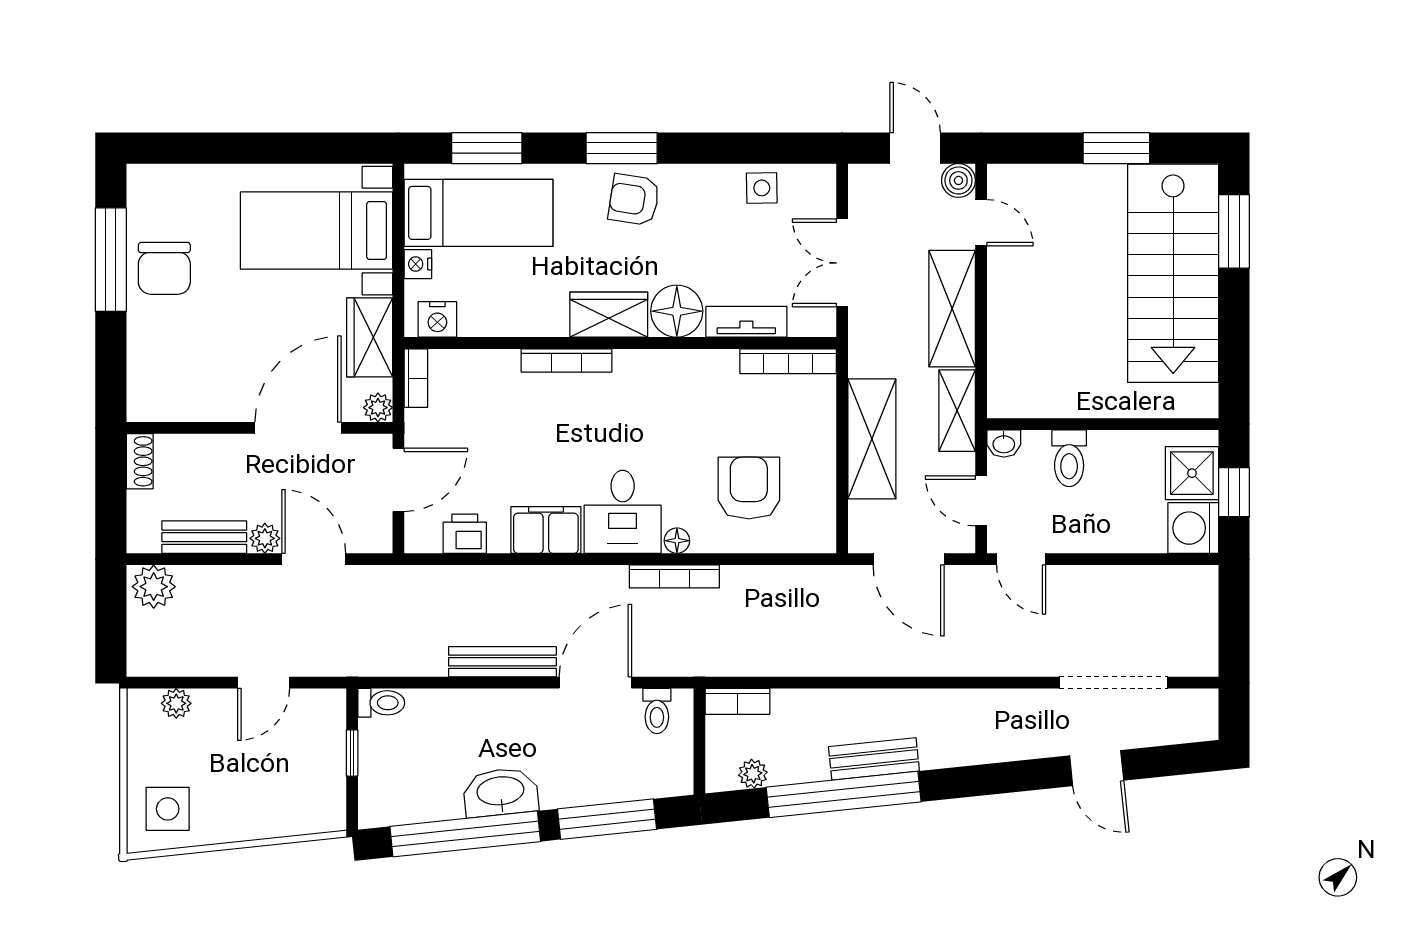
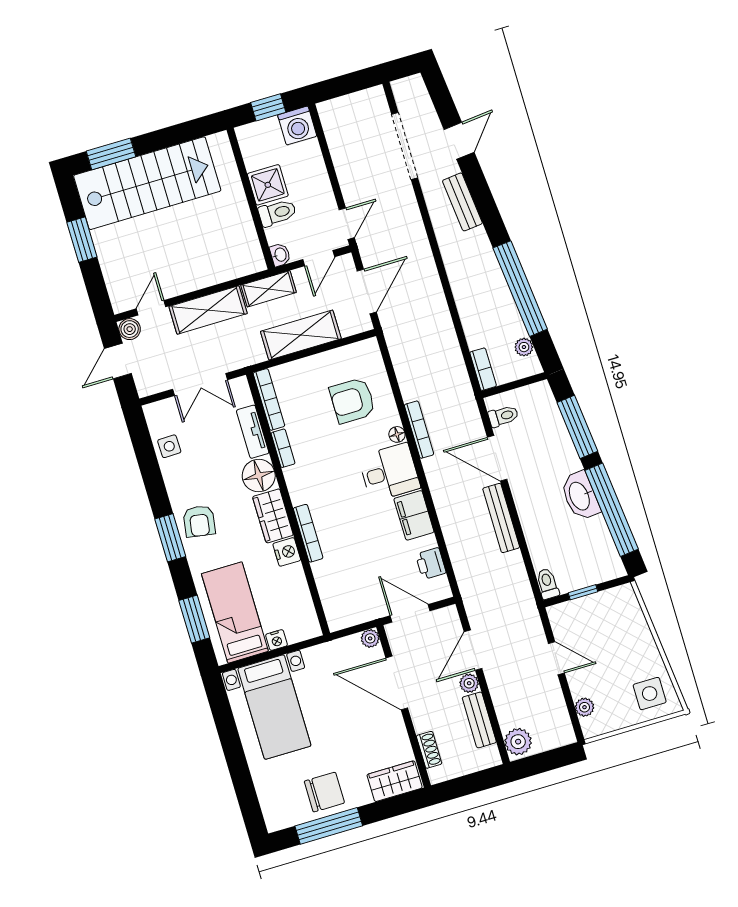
nightstand: (437, 319) -> (287, 552), moved
wardrobe: (370, 337) -> (395, 781), moved, turned 180
bookcase: (416, 378) -> (283, 448), moved, turned 90
shoe rack: (140, 461) -> (429, 750), moved, turned 90
shower: (1192, 473) -> (268, 185), moved
bench: (874, 759) -> (462, 202), moved

